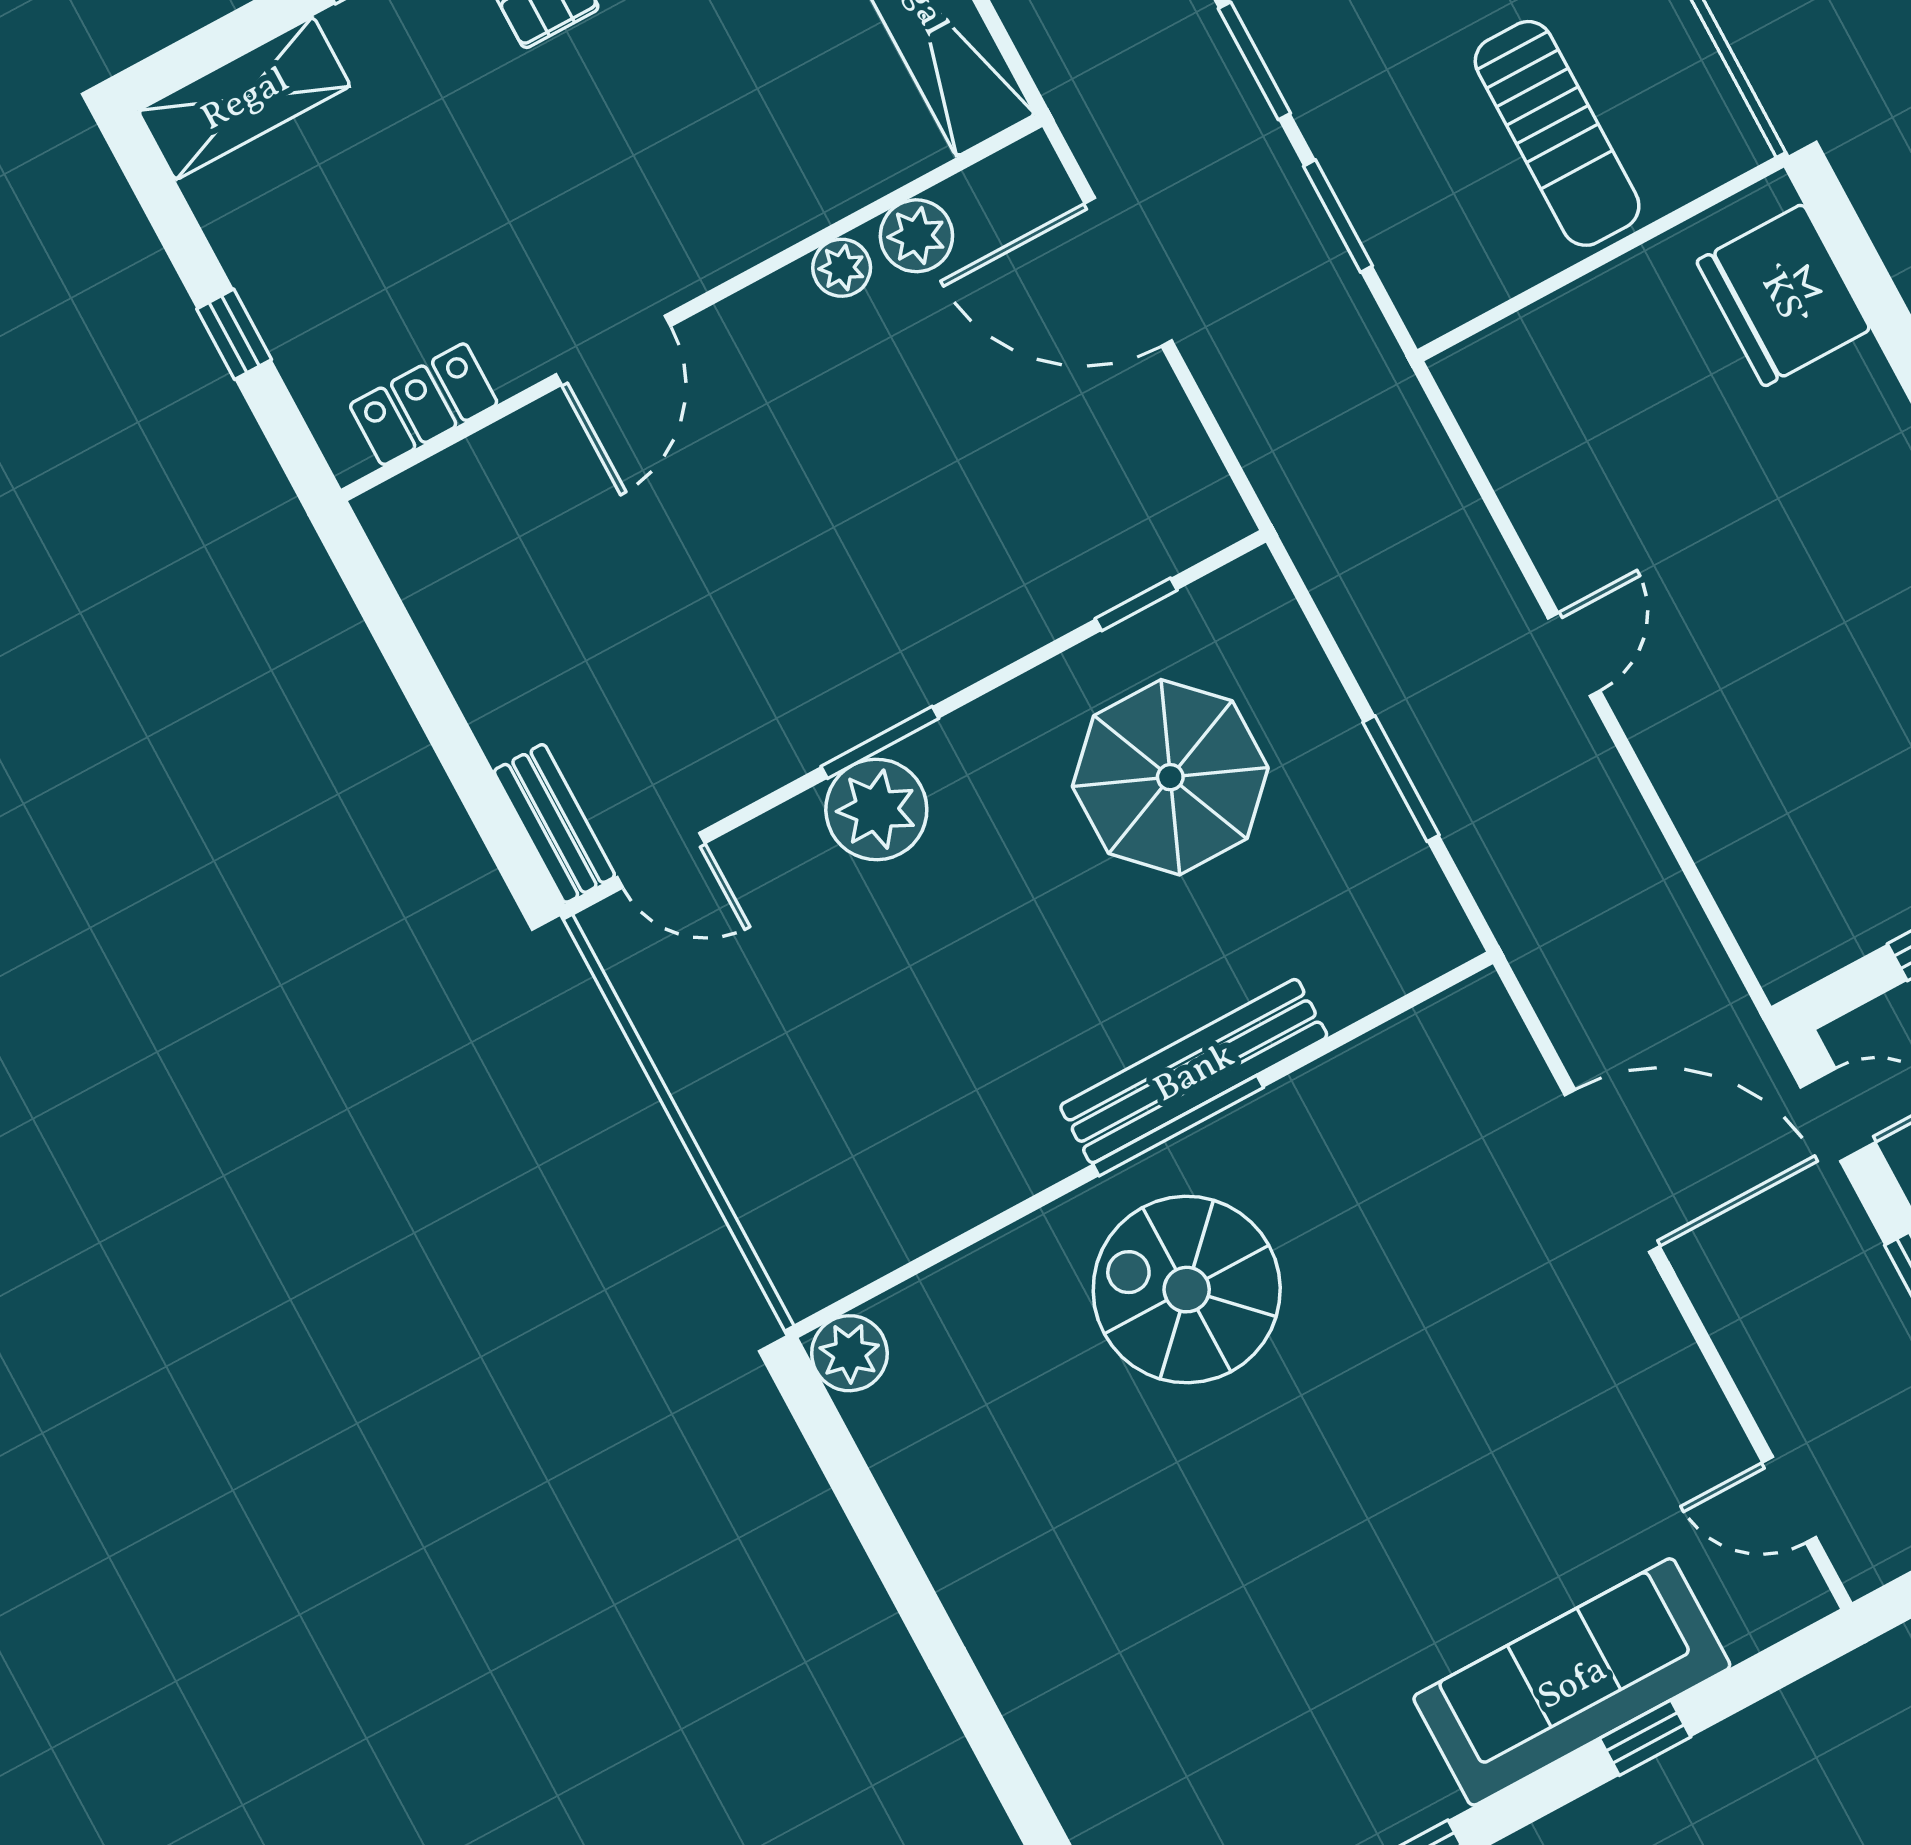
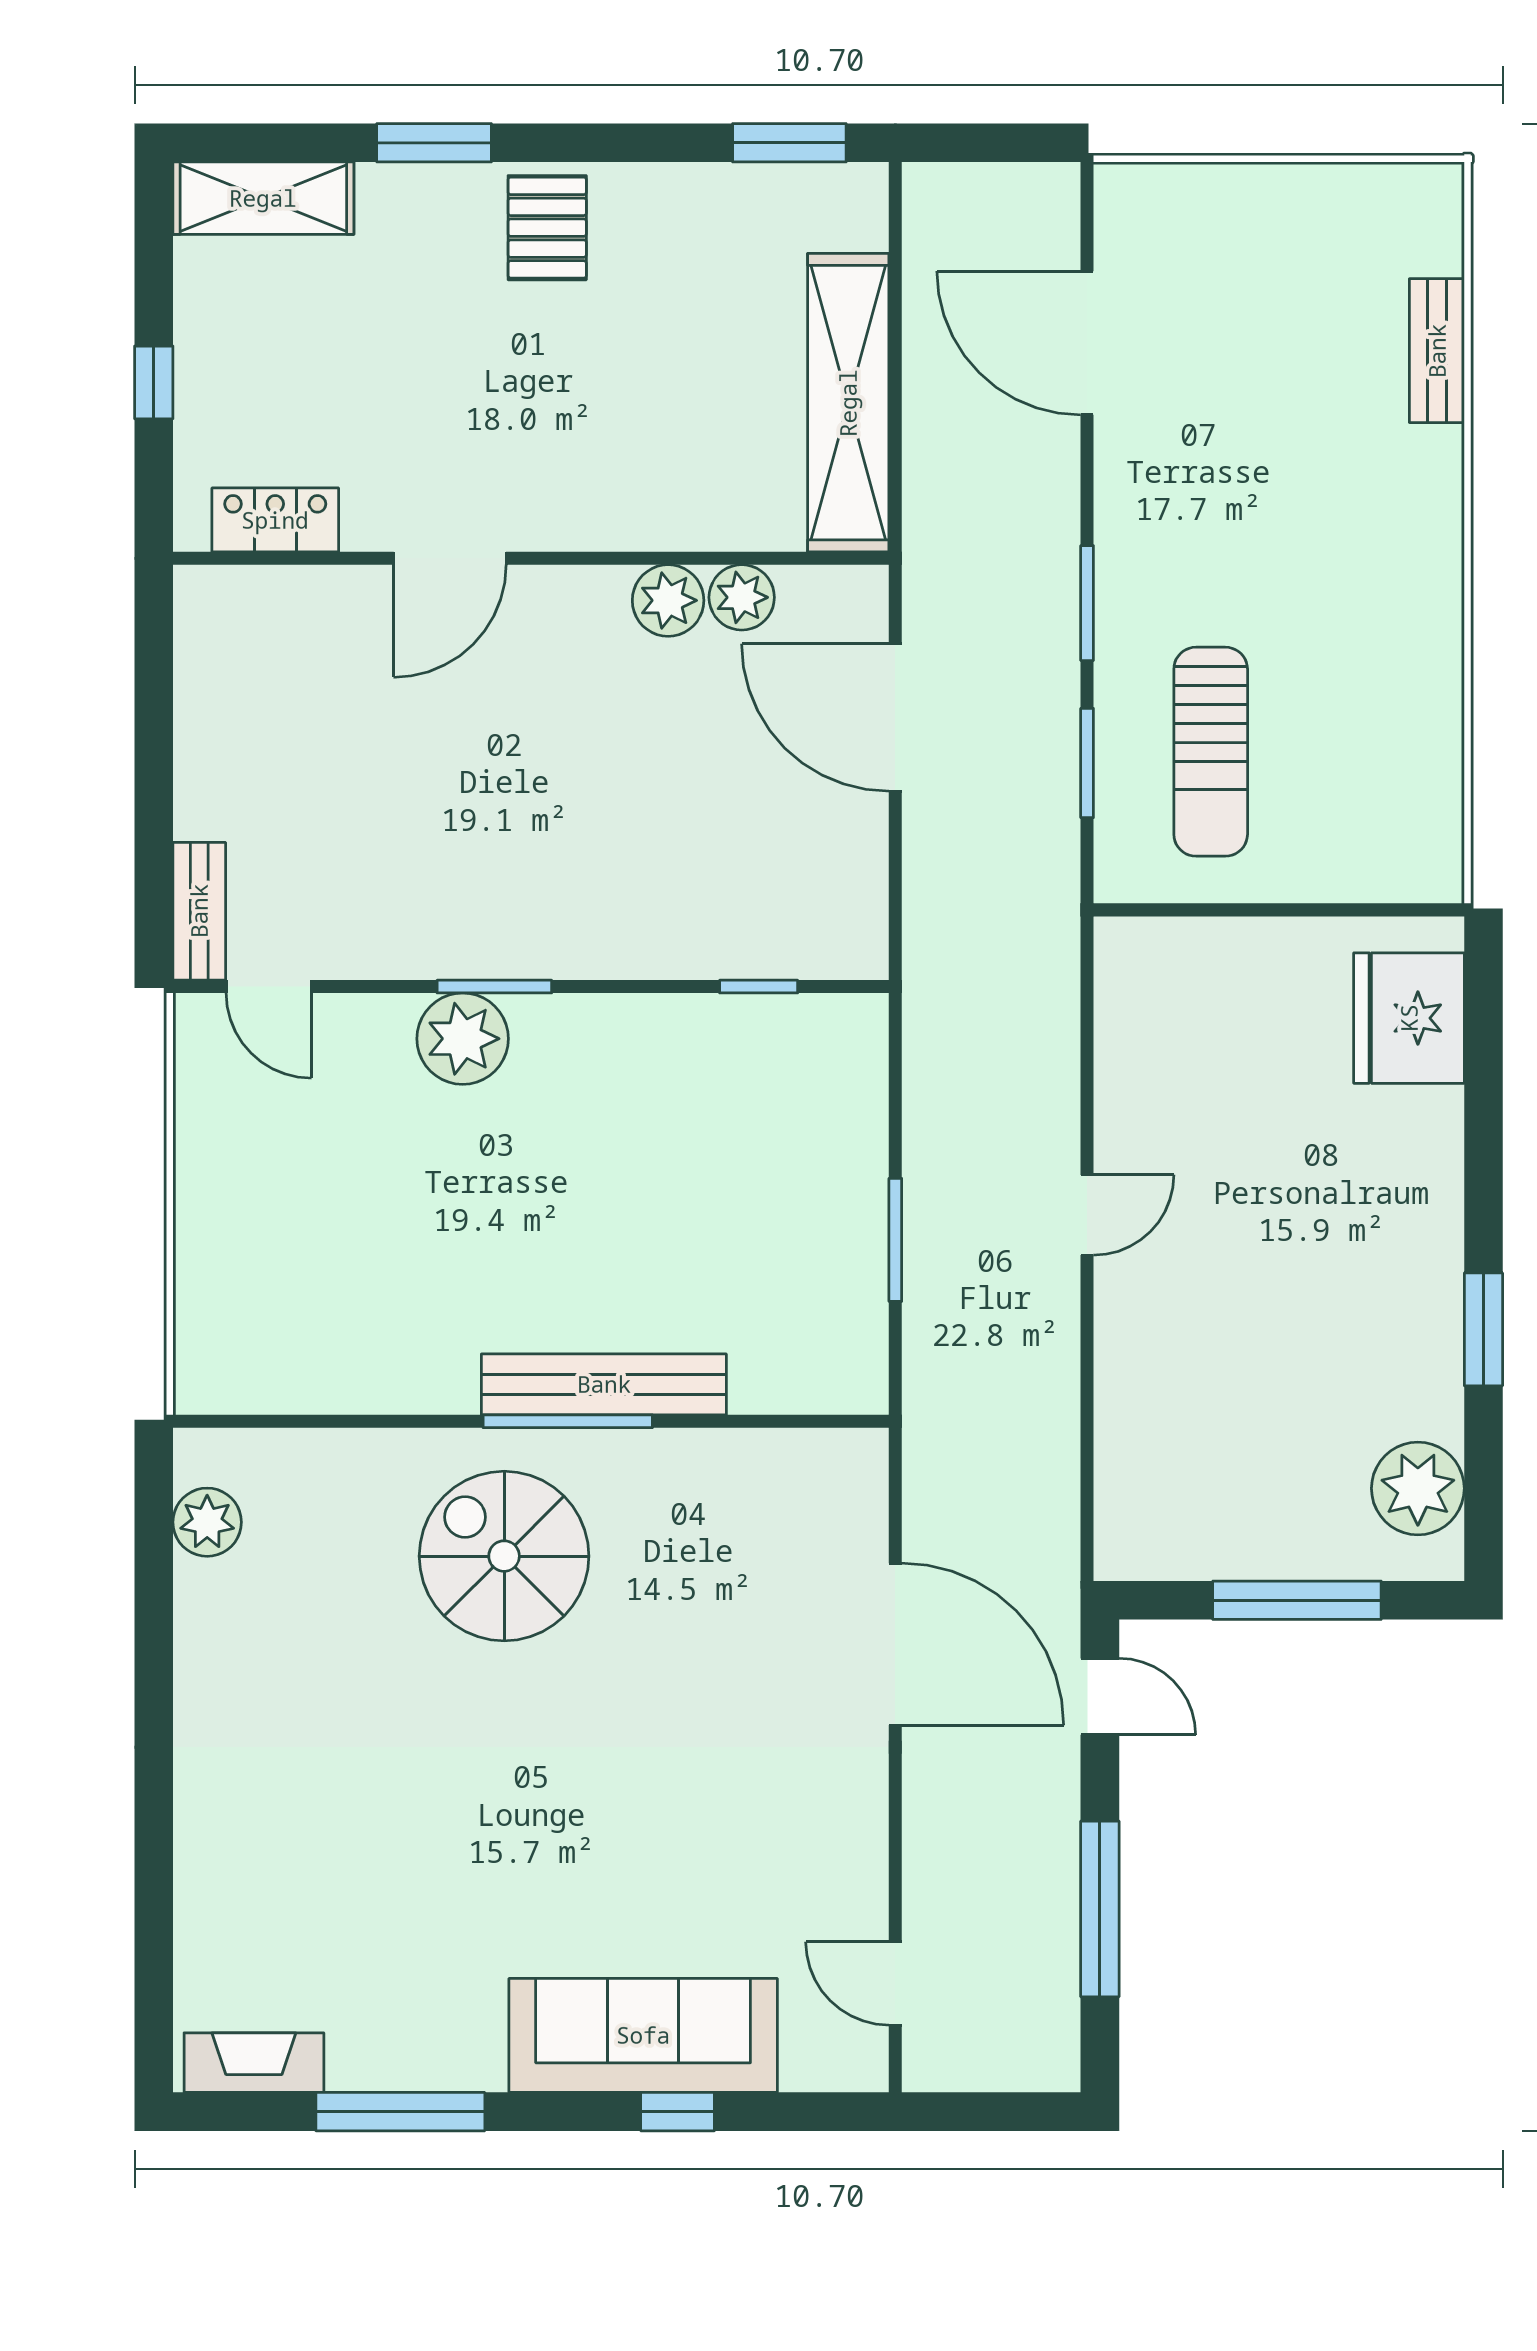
sun lounger: (1557, 133) -> (1211, 752), moved
plant: (842, 268) -> (668, 600), width x1.38, depth x1.38
parasol: (1170, 777) -> (712, 1139), removed
plant: (849, 1353) -> (207, 1522), moved

